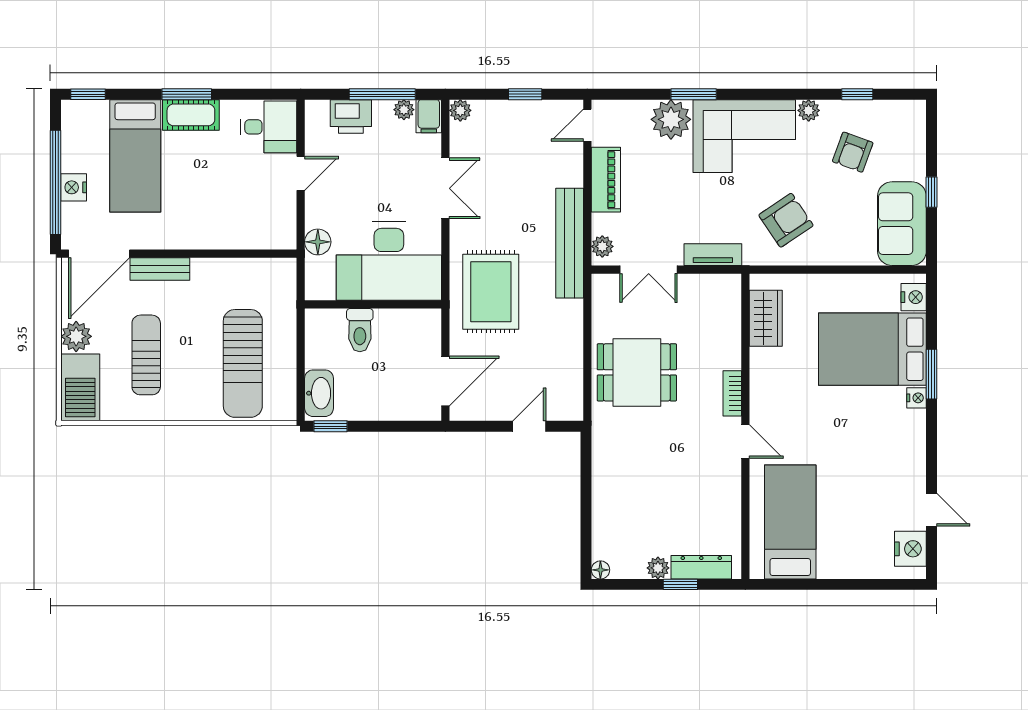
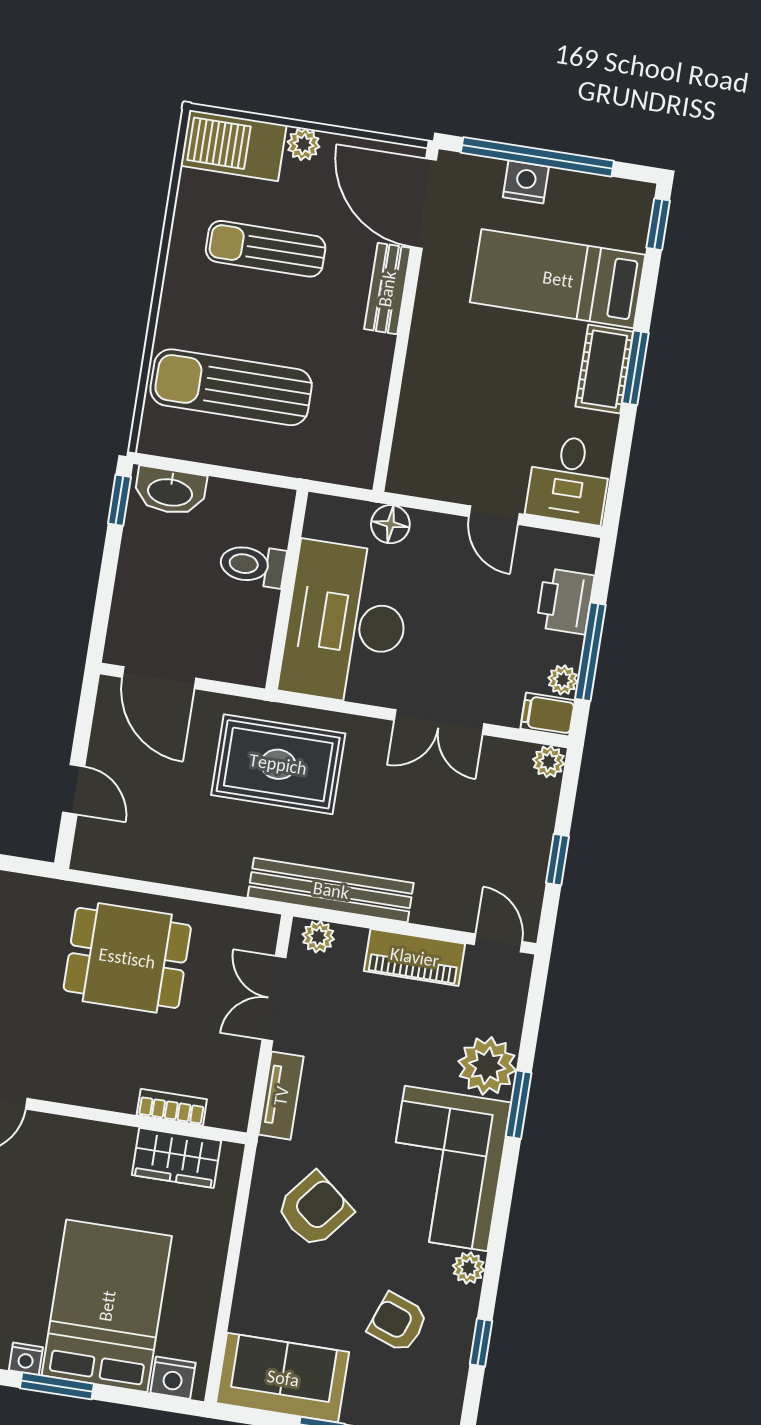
armchair: (786, 220) -> (314, 1210), turned -107
plant: (76, 336) -> (303, 144), width x0.73, depth x0.73
sun lounger: (146, 355) -> (266, 249), turned 180
dining table: (637, 372) -> (127, 958), turned 90
bookcase: (732, 393) -> (172, 1107), moved

